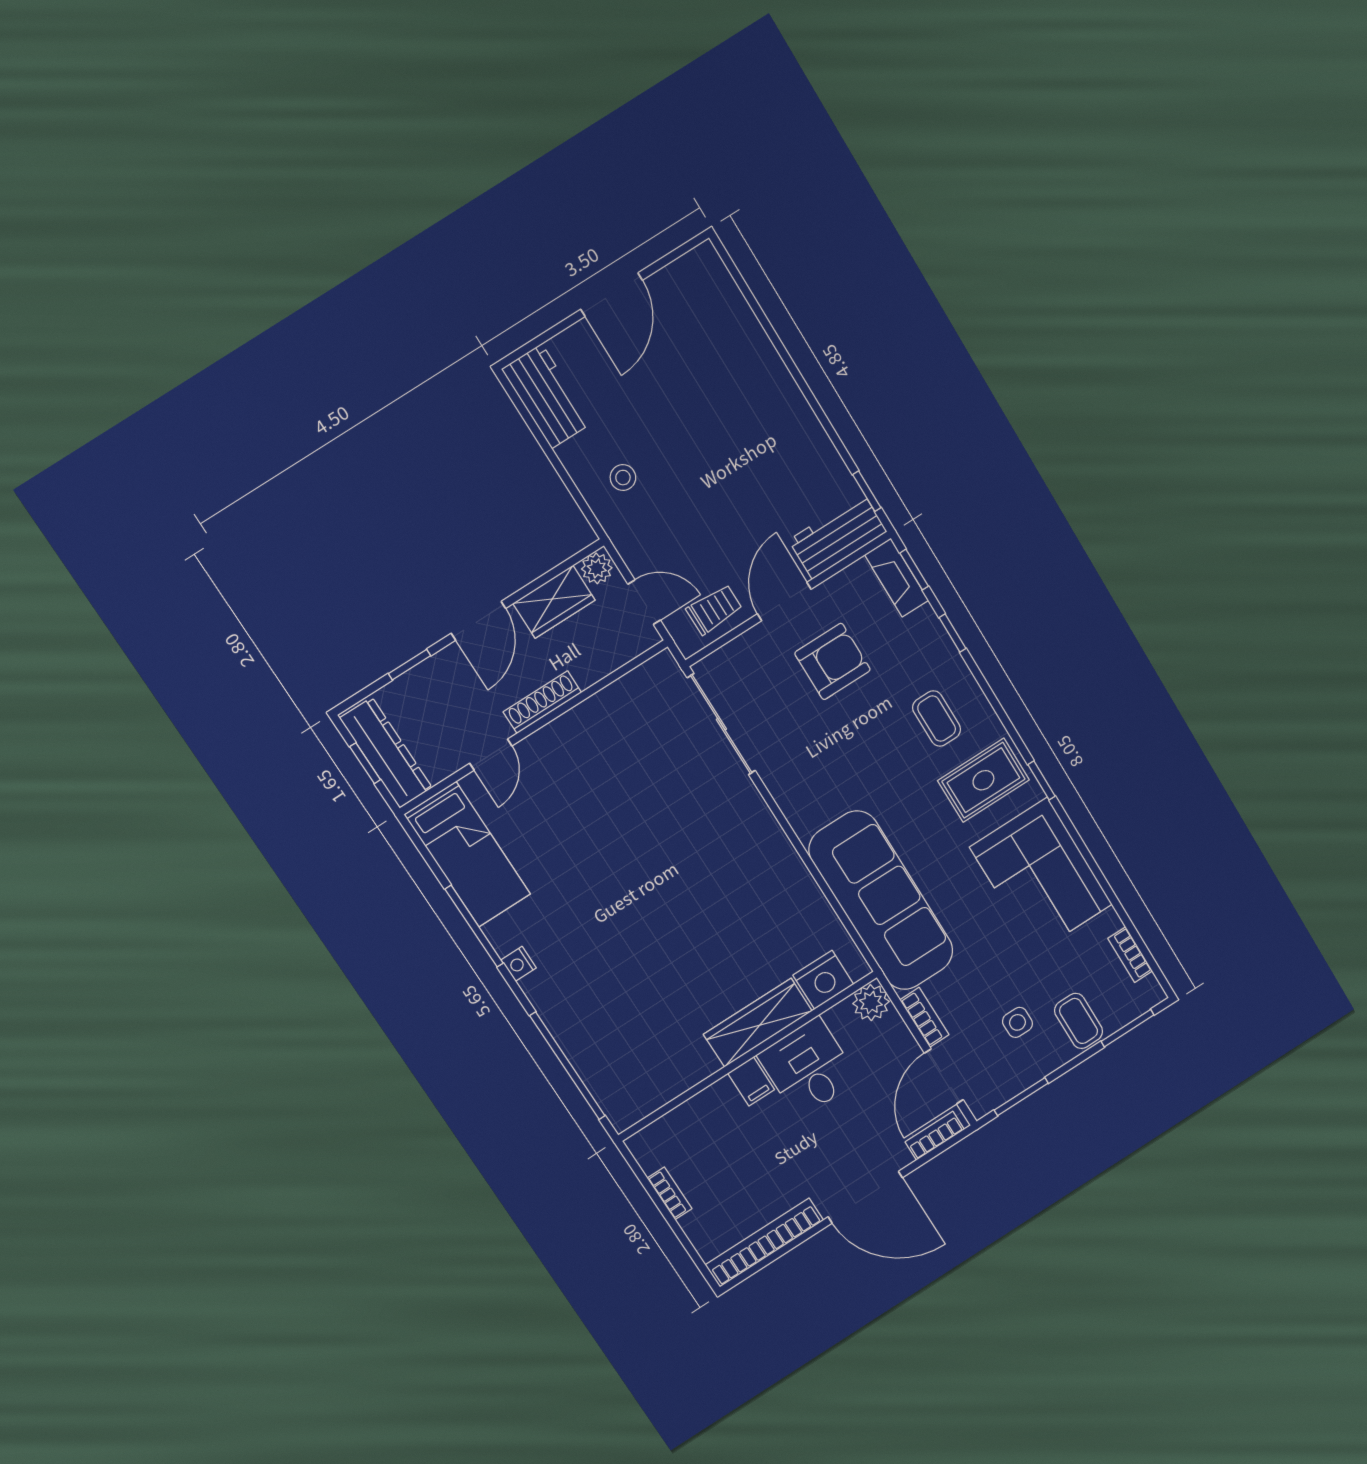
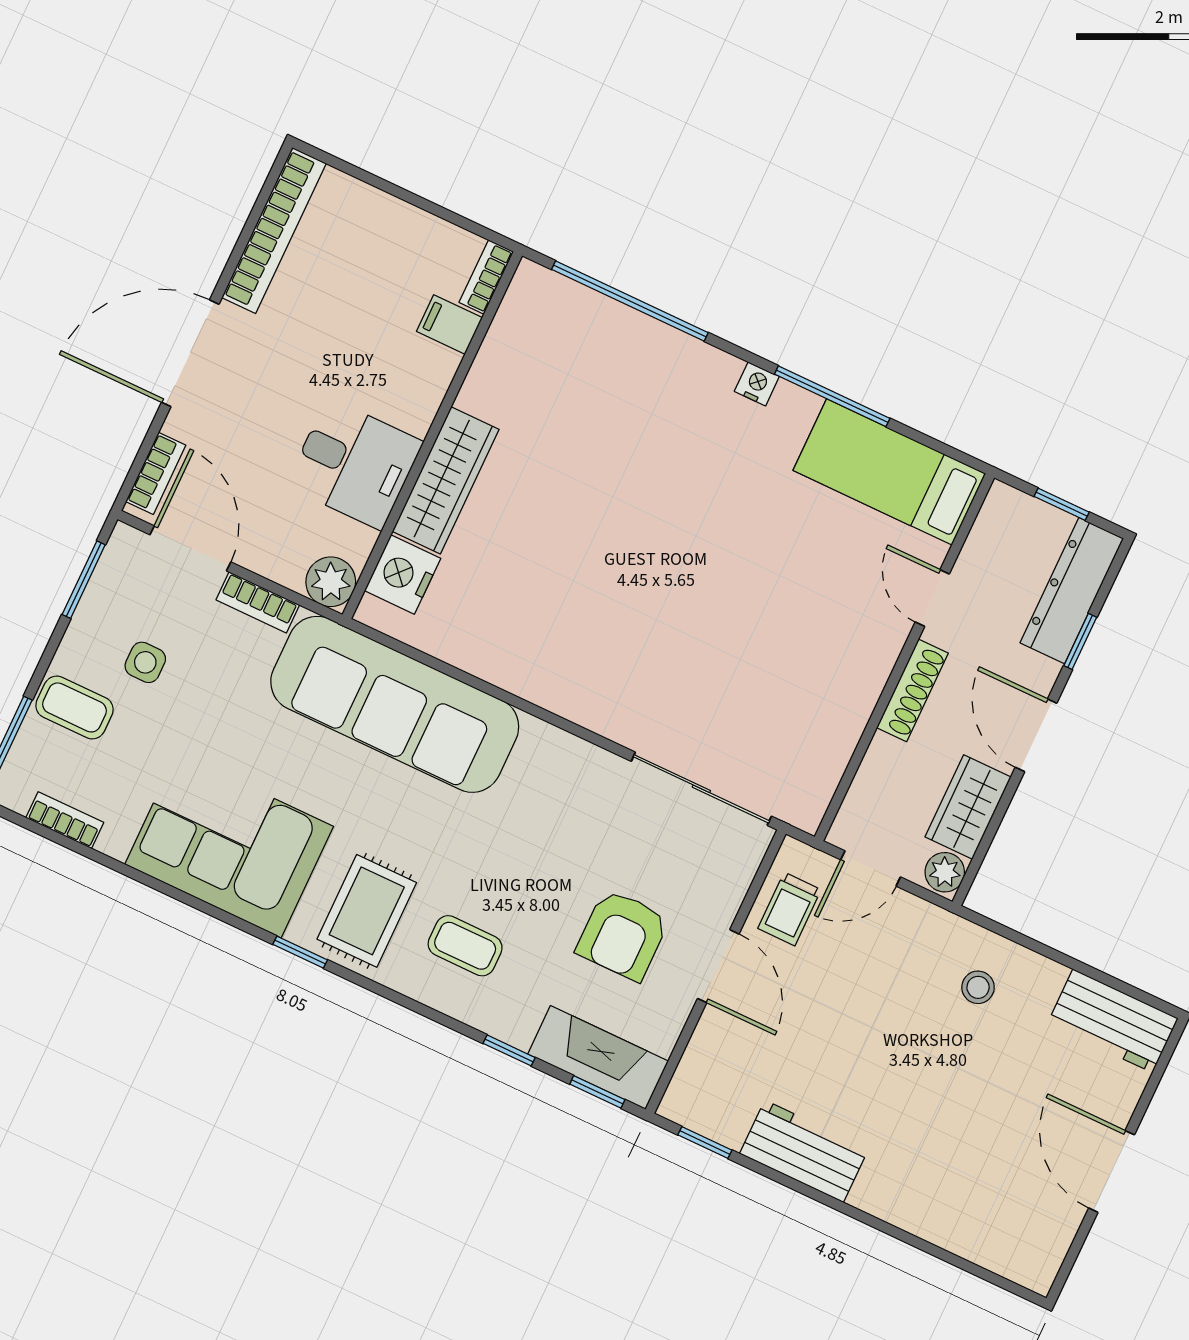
workbench: (838, 536) -> (804, 1151), moved, turned -90
fireplace: (896, 578) -> (598, 1058), width x1.37, depth x1.32
dresser: (386, 753) -> (1072, 591), moved, turned 90
filing cabinet: (751, 1081) -> (449, 325), moved
bookcase: (670, 1193) -> (486, 277), moved, turned 90

